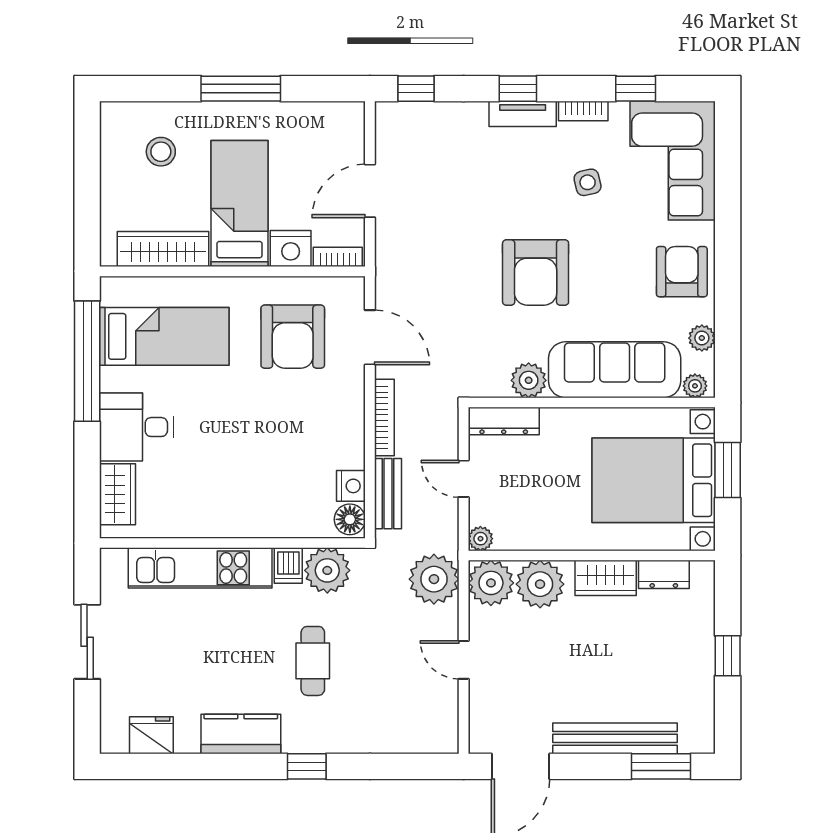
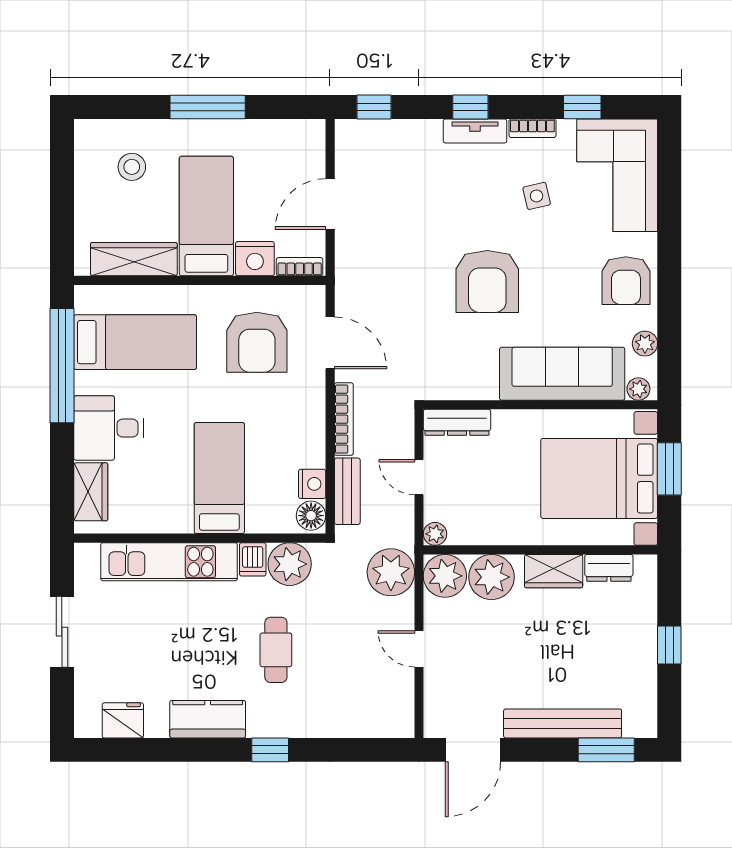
armchair: (682, 272) -> (626, 281), turned 180
plant: (529, 380) -> (481, 384), removed
bed: (253, 480) -> (219, 478), added

